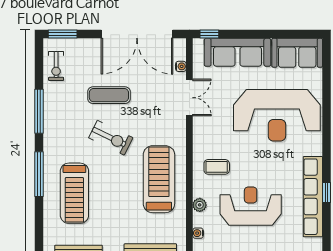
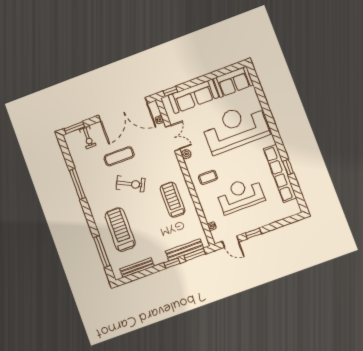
exercise bike: (56, 66) -> (88, 138), moved
reception desk: (277, 115) -> (235, 128), turned 180
window: (39, 174) -> (102, 252), moved
treadmill: (159, 179) -> (173, 200), width x0.73, depth x0.73
treadmill: (74, 193) -> (120, 230), turned 180
plant: (200, 205) -> (186, 154), moved

